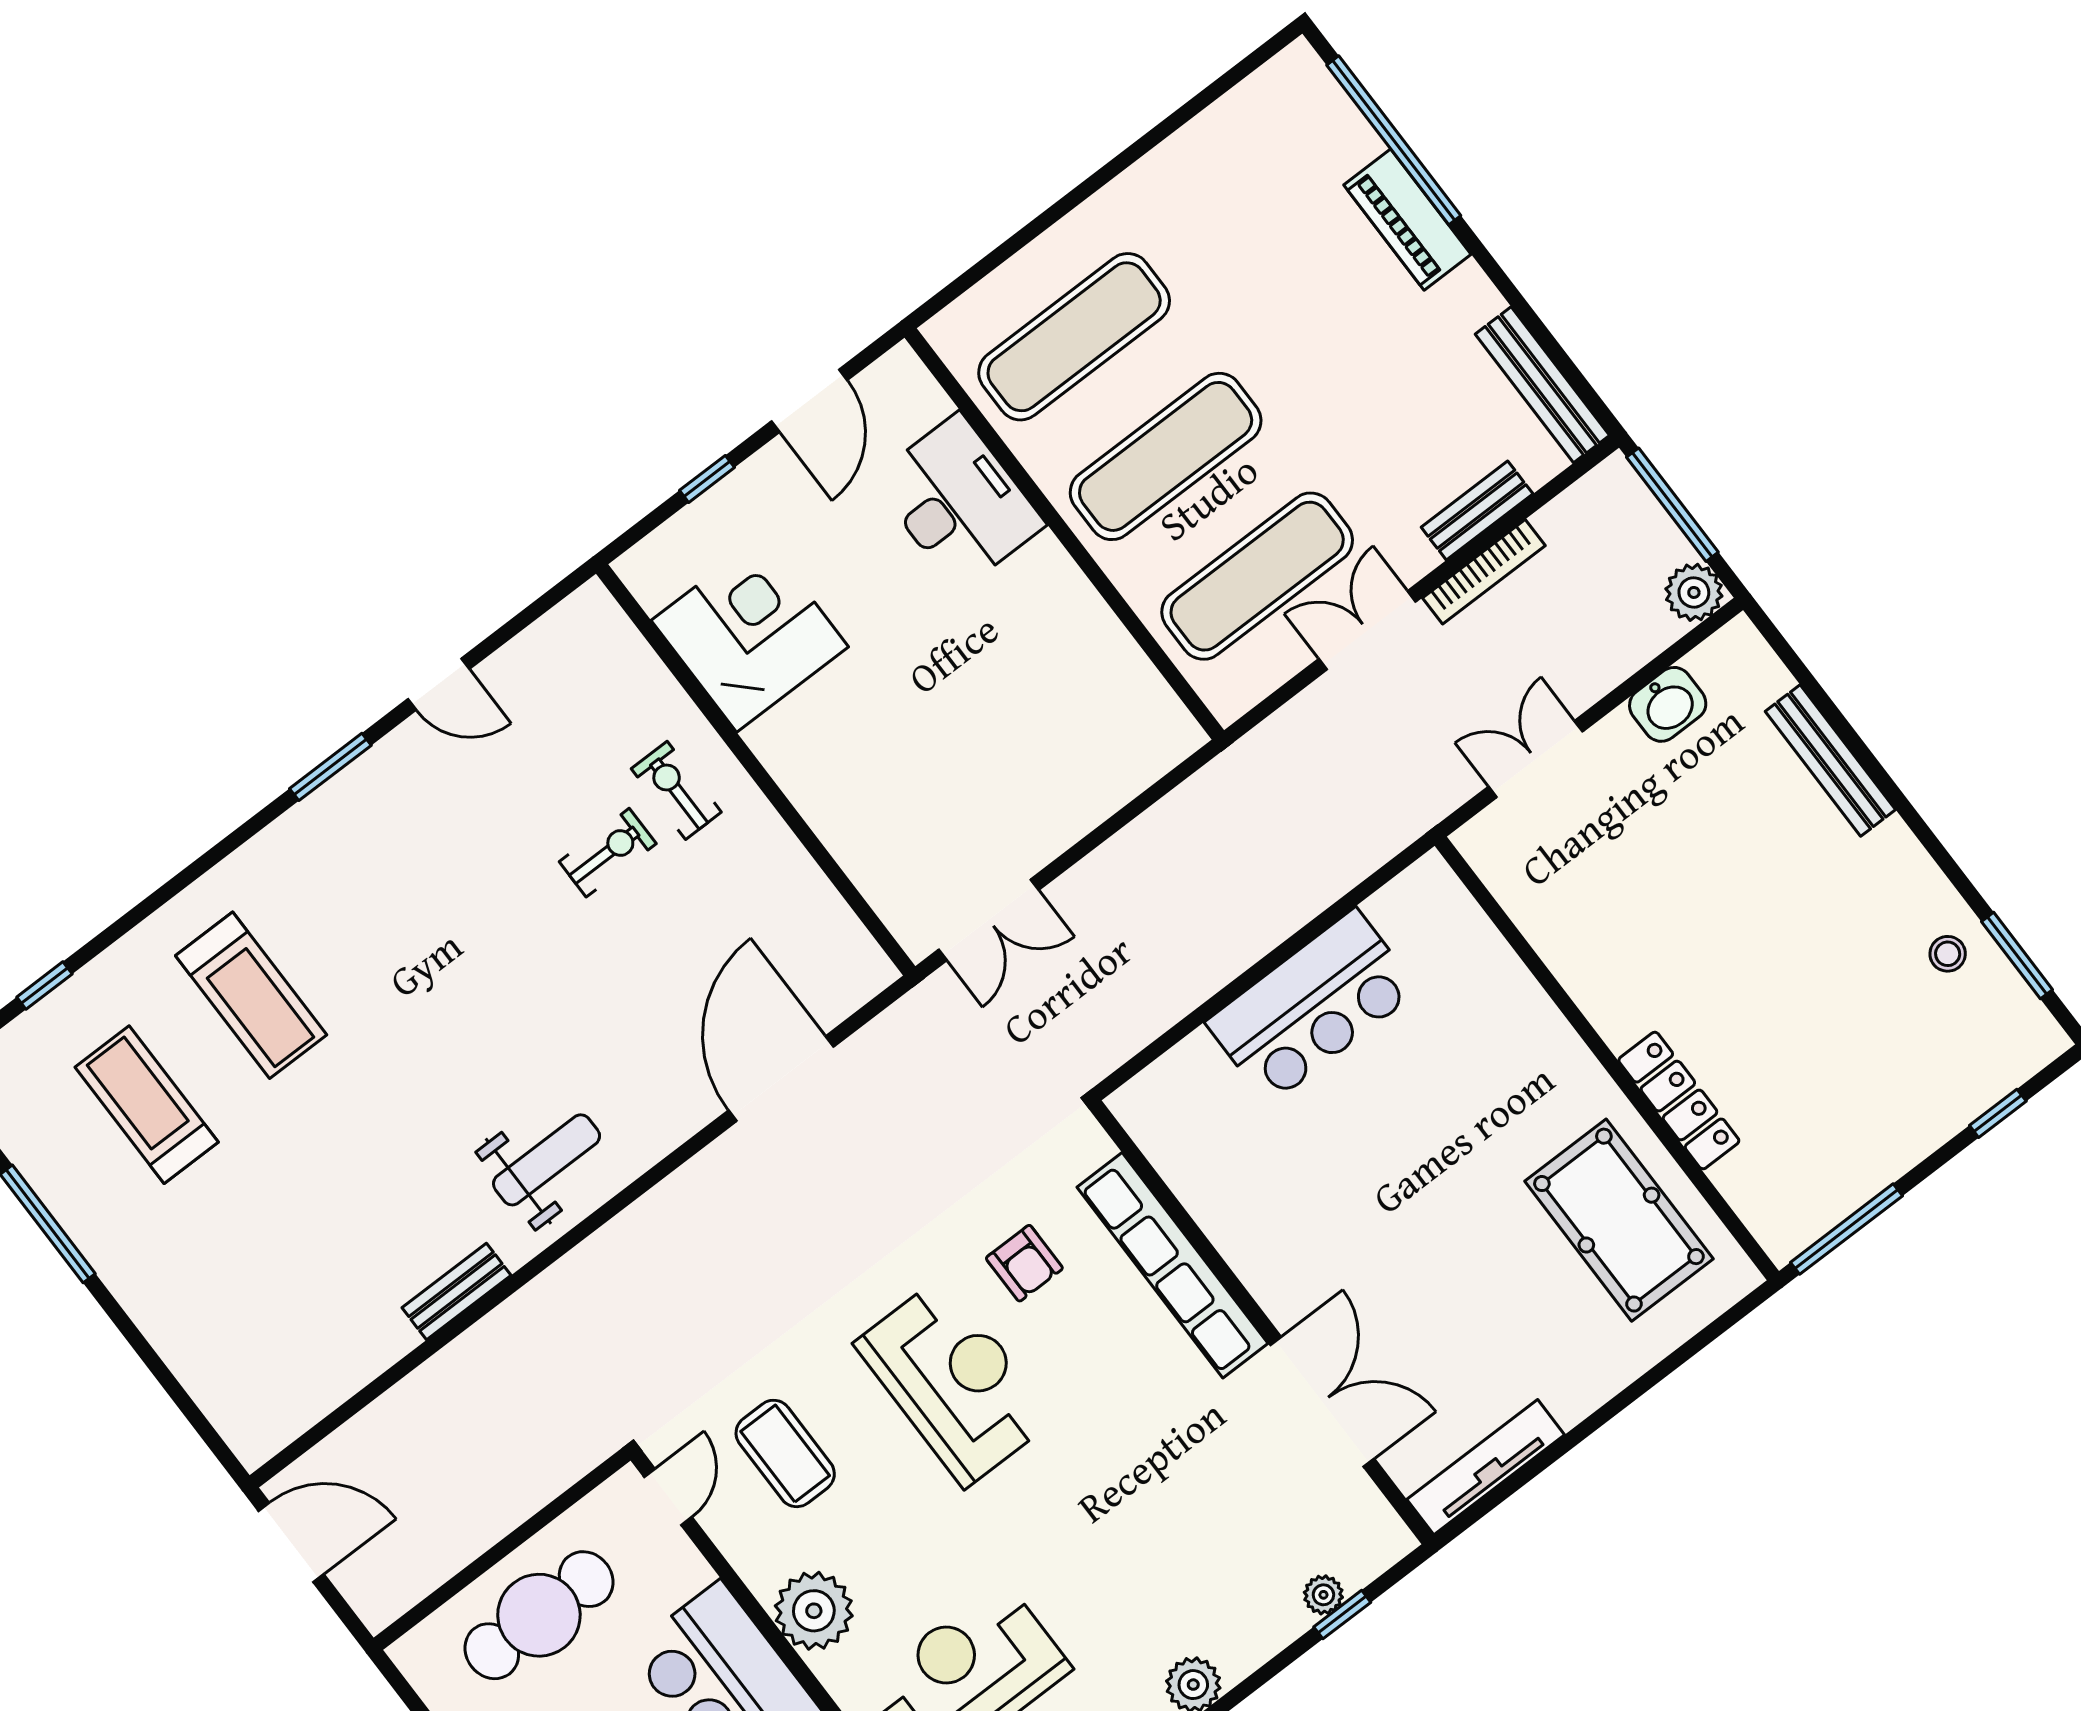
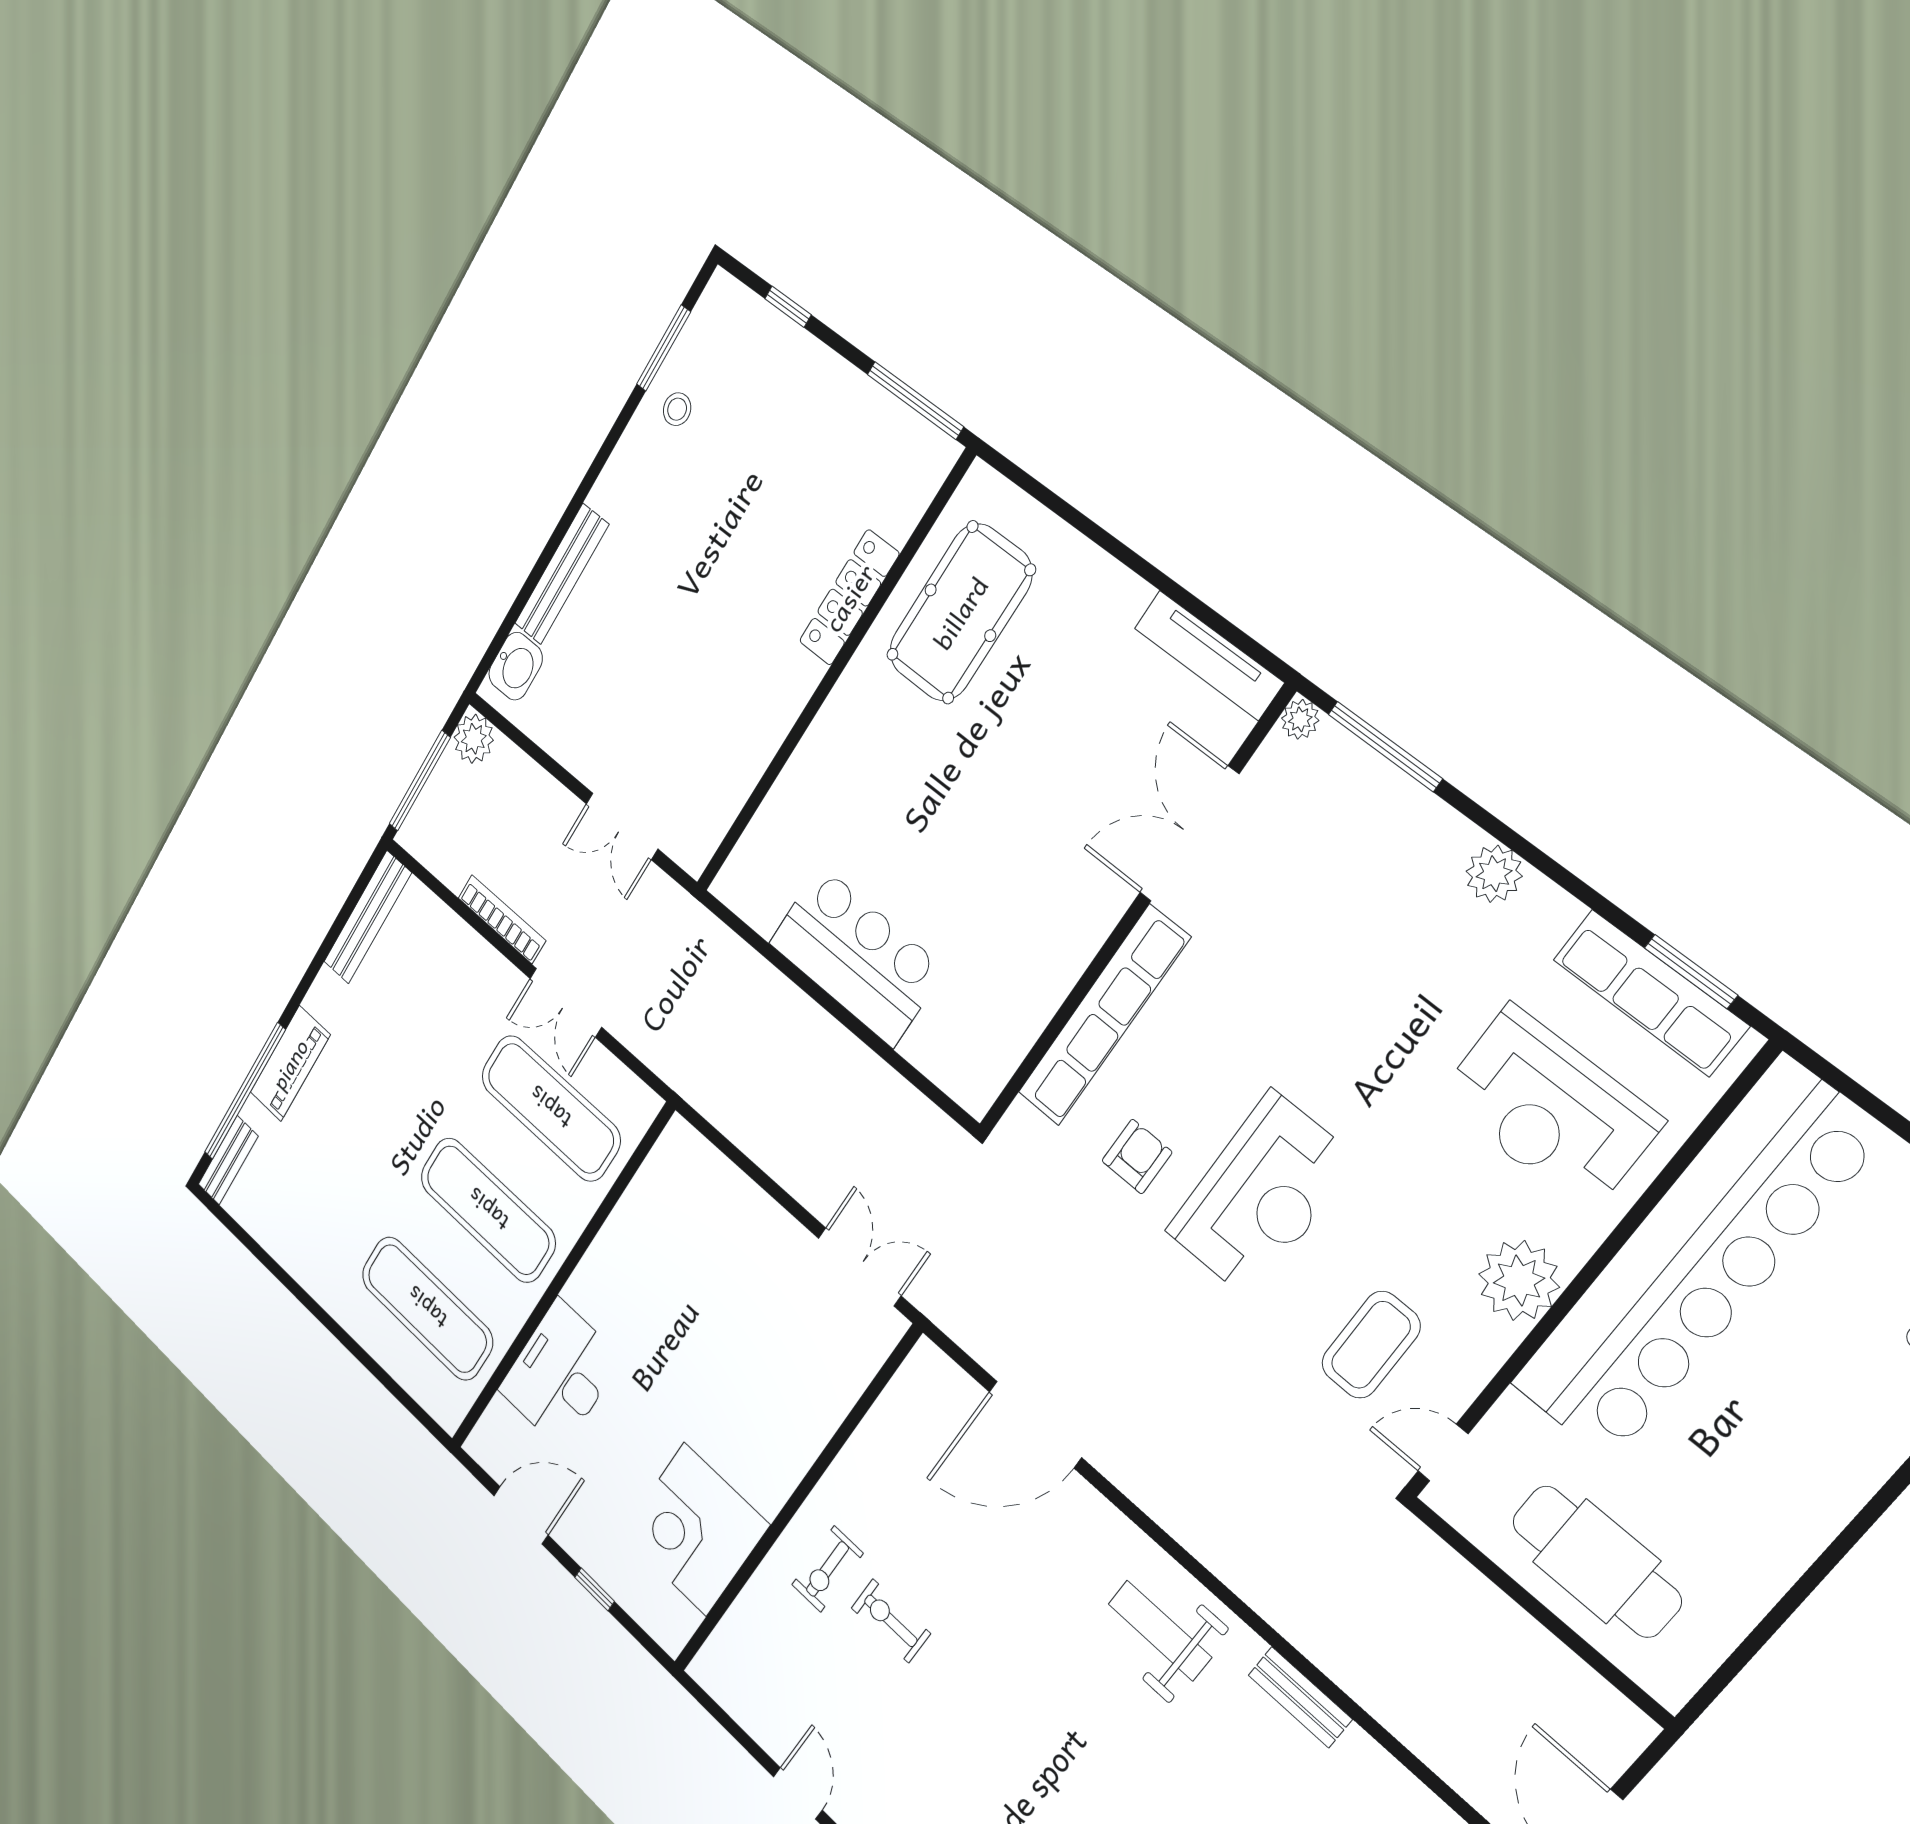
bench: (1477, 511) -> (228, 1160), moved, turned 90
washbasin: (1668, 704) -> (516, 666), moved, turned 90
reception desk: (954, 1382) -> (1261, 1195), turned 180
plant: (1323, 1595) -> (1300, 719), moved
window: (1342, 1615) -> (1385, 746), width x2.17

